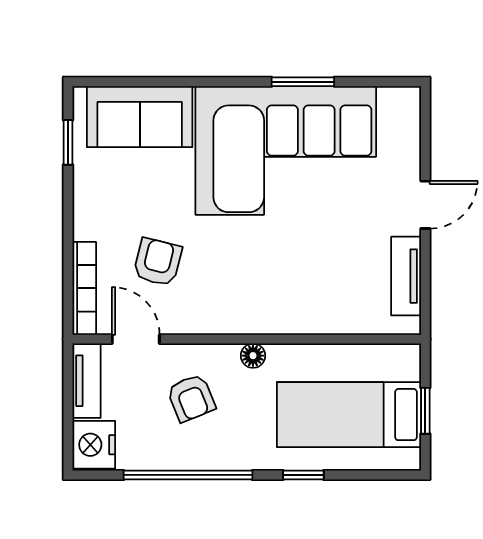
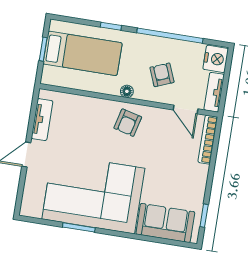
armchair: (158, 262) -> (128, 123), moved

